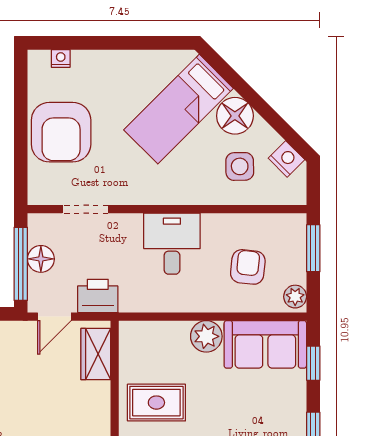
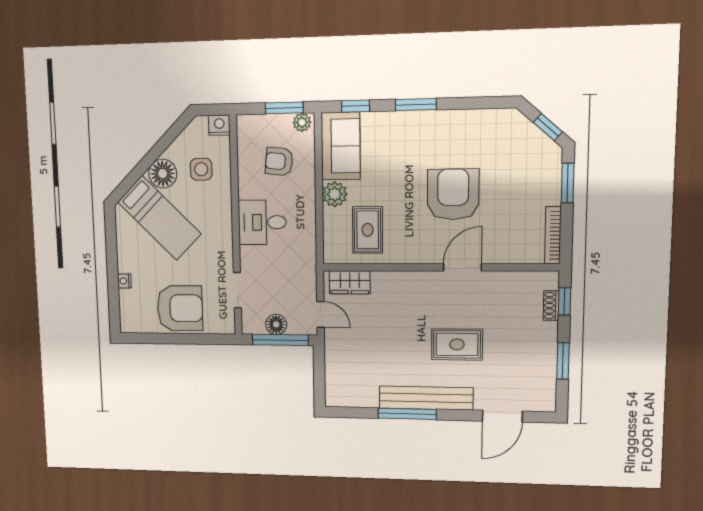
nightstand: (61, 58) -> (124, 281), moved
nightstand: (286, 159) -> (219, 125), moved, turned 45
window: (313, 248) -> (284, 108), moved
printer: (98, 296) -> (304, 281), removed
rug: (156, 403) -> (368, 230), moved

